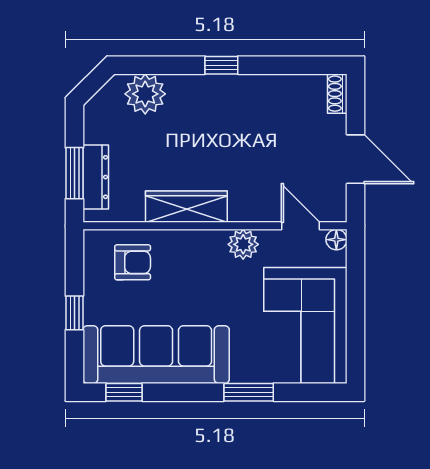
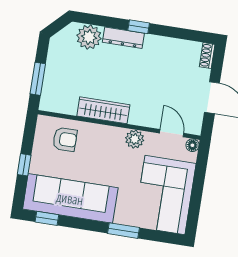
dresser: (96, 177) -> (123, 38), moved, turned 90

